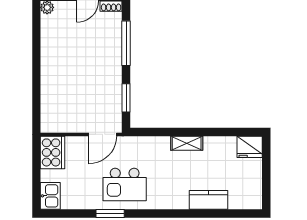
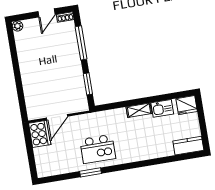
door: (103, 134) -> (57, 117), moved
kitchen sink: (50, 196) -> (162, 108), moved, turned 90
kitchen counter: (208, 200) -> (188, 146), moved

